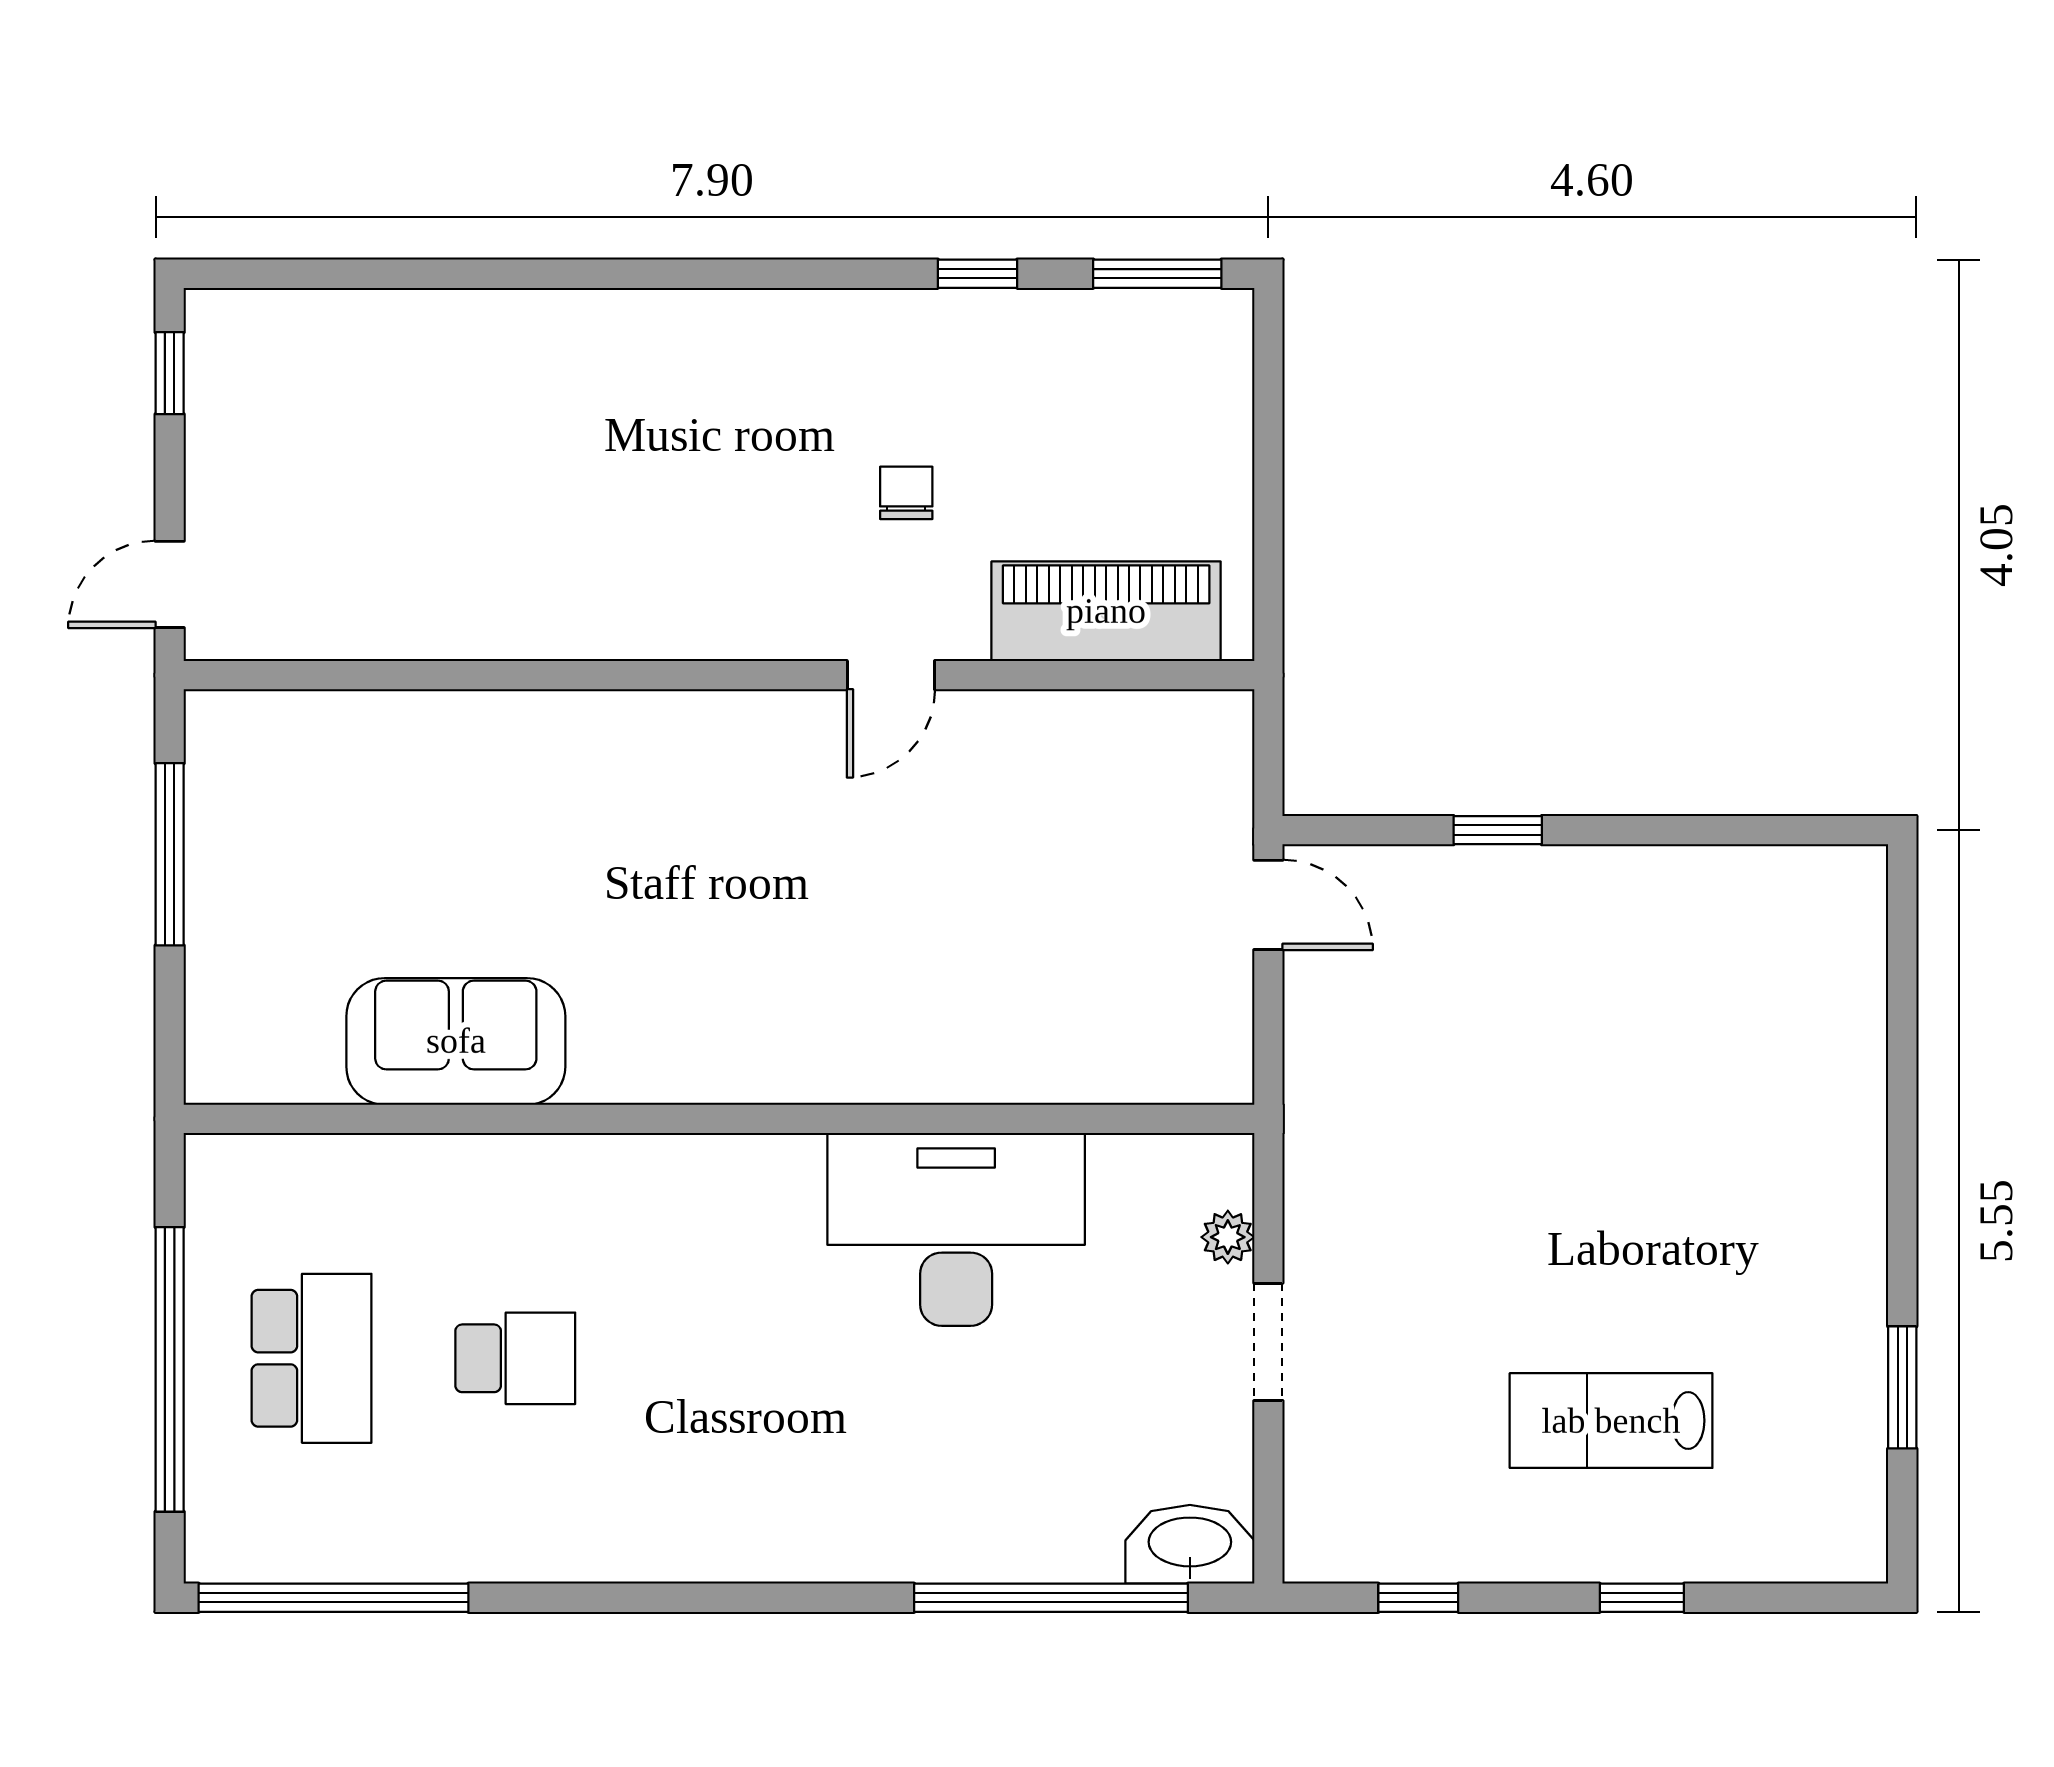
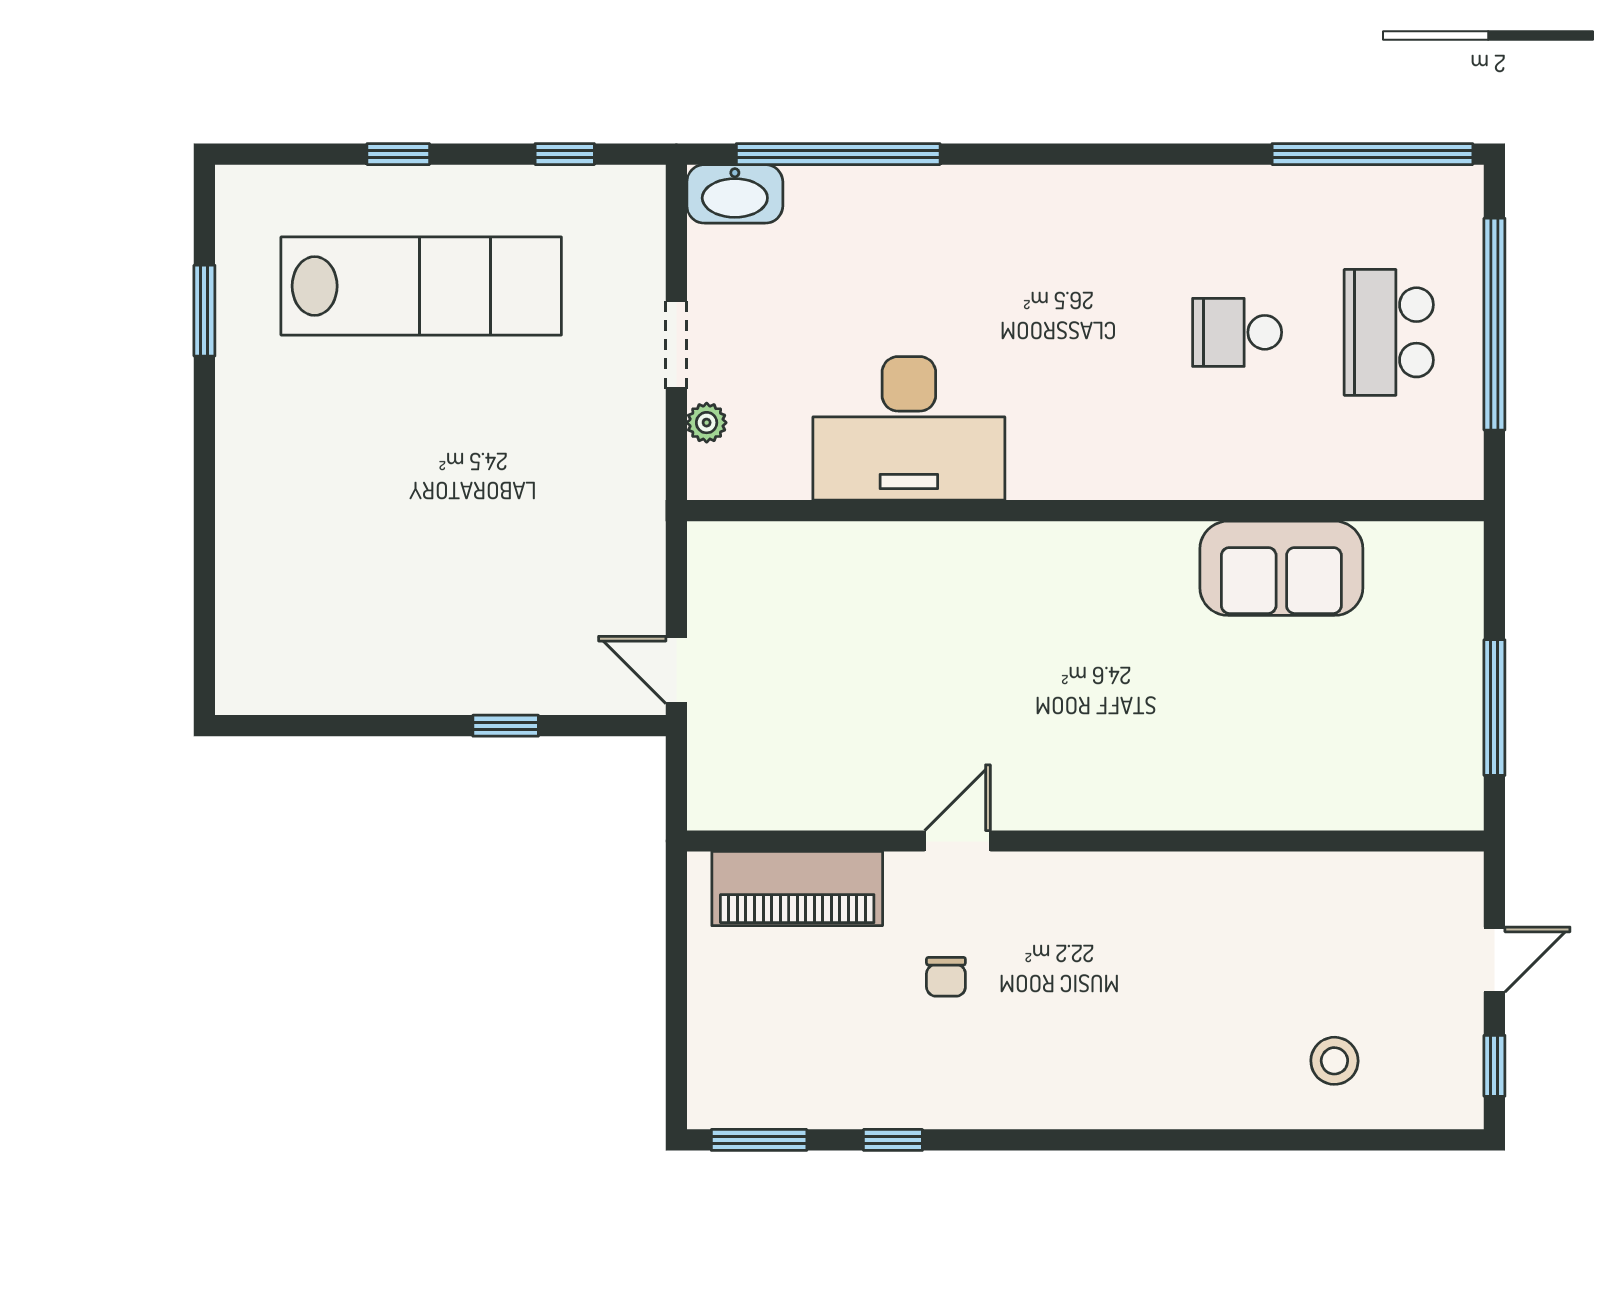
stool: (385, 380) -> (1334, 1061), added
door: (170, 584) -> (1494, 960), moved
lab bench: (1611, 1421) -> (421, 286), width x1.86, depth x1.39

